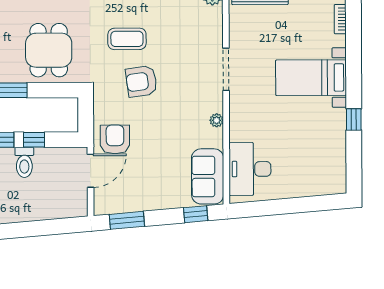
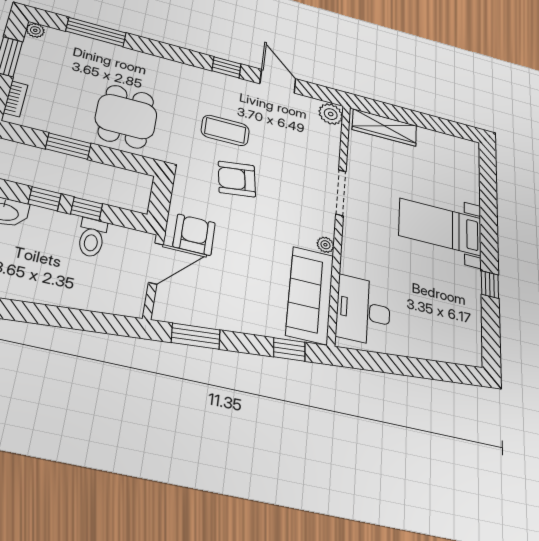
bookcase: (340, 19) -> (473, 176), removed
toilet: (24, 162) -> (92, 238), moved
sofa: (208, 176) -> (310, 295), width x1.36

